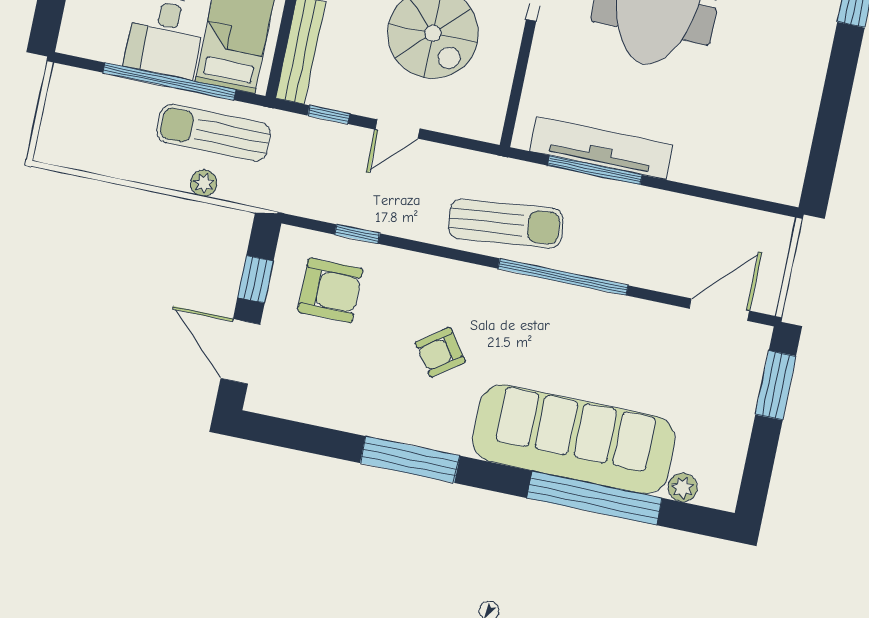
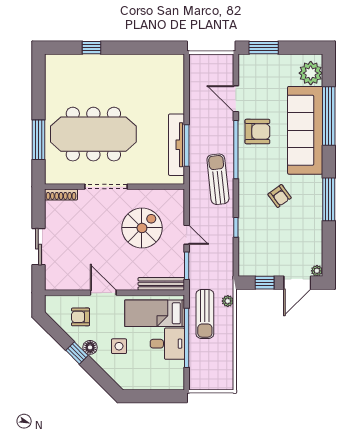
window: (329, 115) -> (187, 266), width x1.50
plant: (204, 183) -> (228, 301), moved
window: (357, 234) -> (236, 227), moved
armchair: (330, 290) -> (257, 132), moved, turned 90
door: (719, 310) -> (236, 99), moved
plant: (258, 400) -> (317, 271), added
plant: (683, 488) -> (311, 73), width x1.88, depth x1.88

